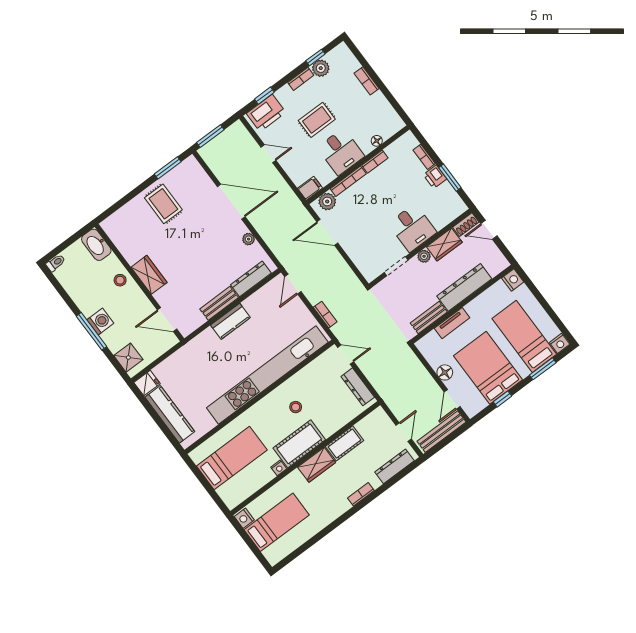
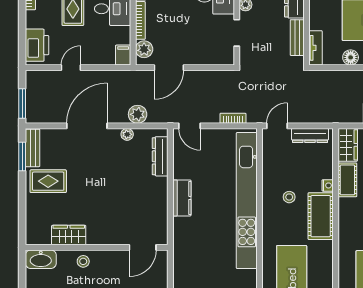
window: (264, 96) -> (22, 36), removed
plant: (271, 235) -> (138, 114), added
wardrobe: (149, 275) -> (69, 235), moved
bench: (219, 303) -> (33, 148), moved
tv unit: (452, 323) -> (315, 48), moved
wardrobe: (317, 465) -> (348, 145), moved
nightstand: (279, 468) -> (328, 185), moved

